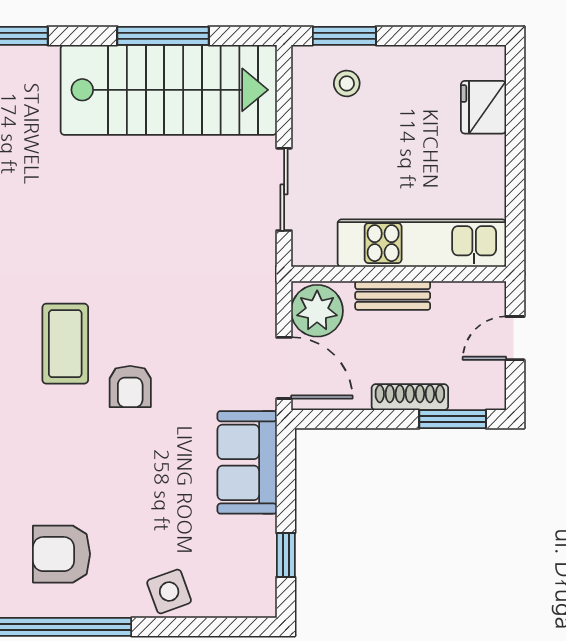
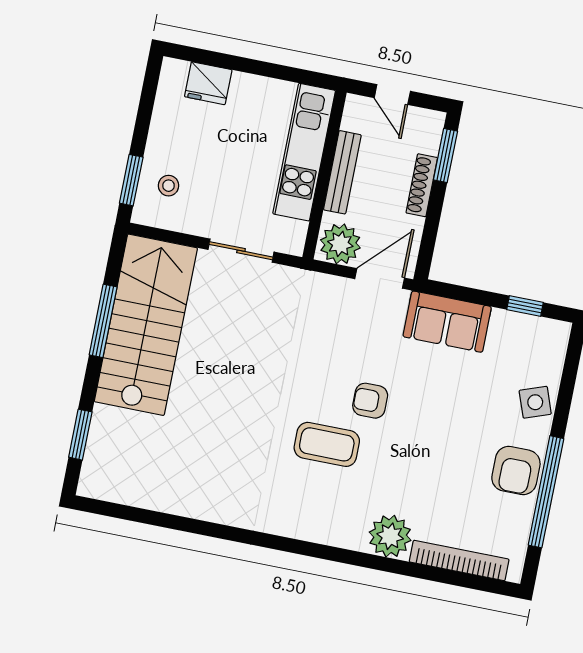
bench: (393, 296) -> (342, 172), width x1.36
armchair: (130, 387) -> (370, 401), turned 180
armchair: (62, 554) -> (516, 471), moved

